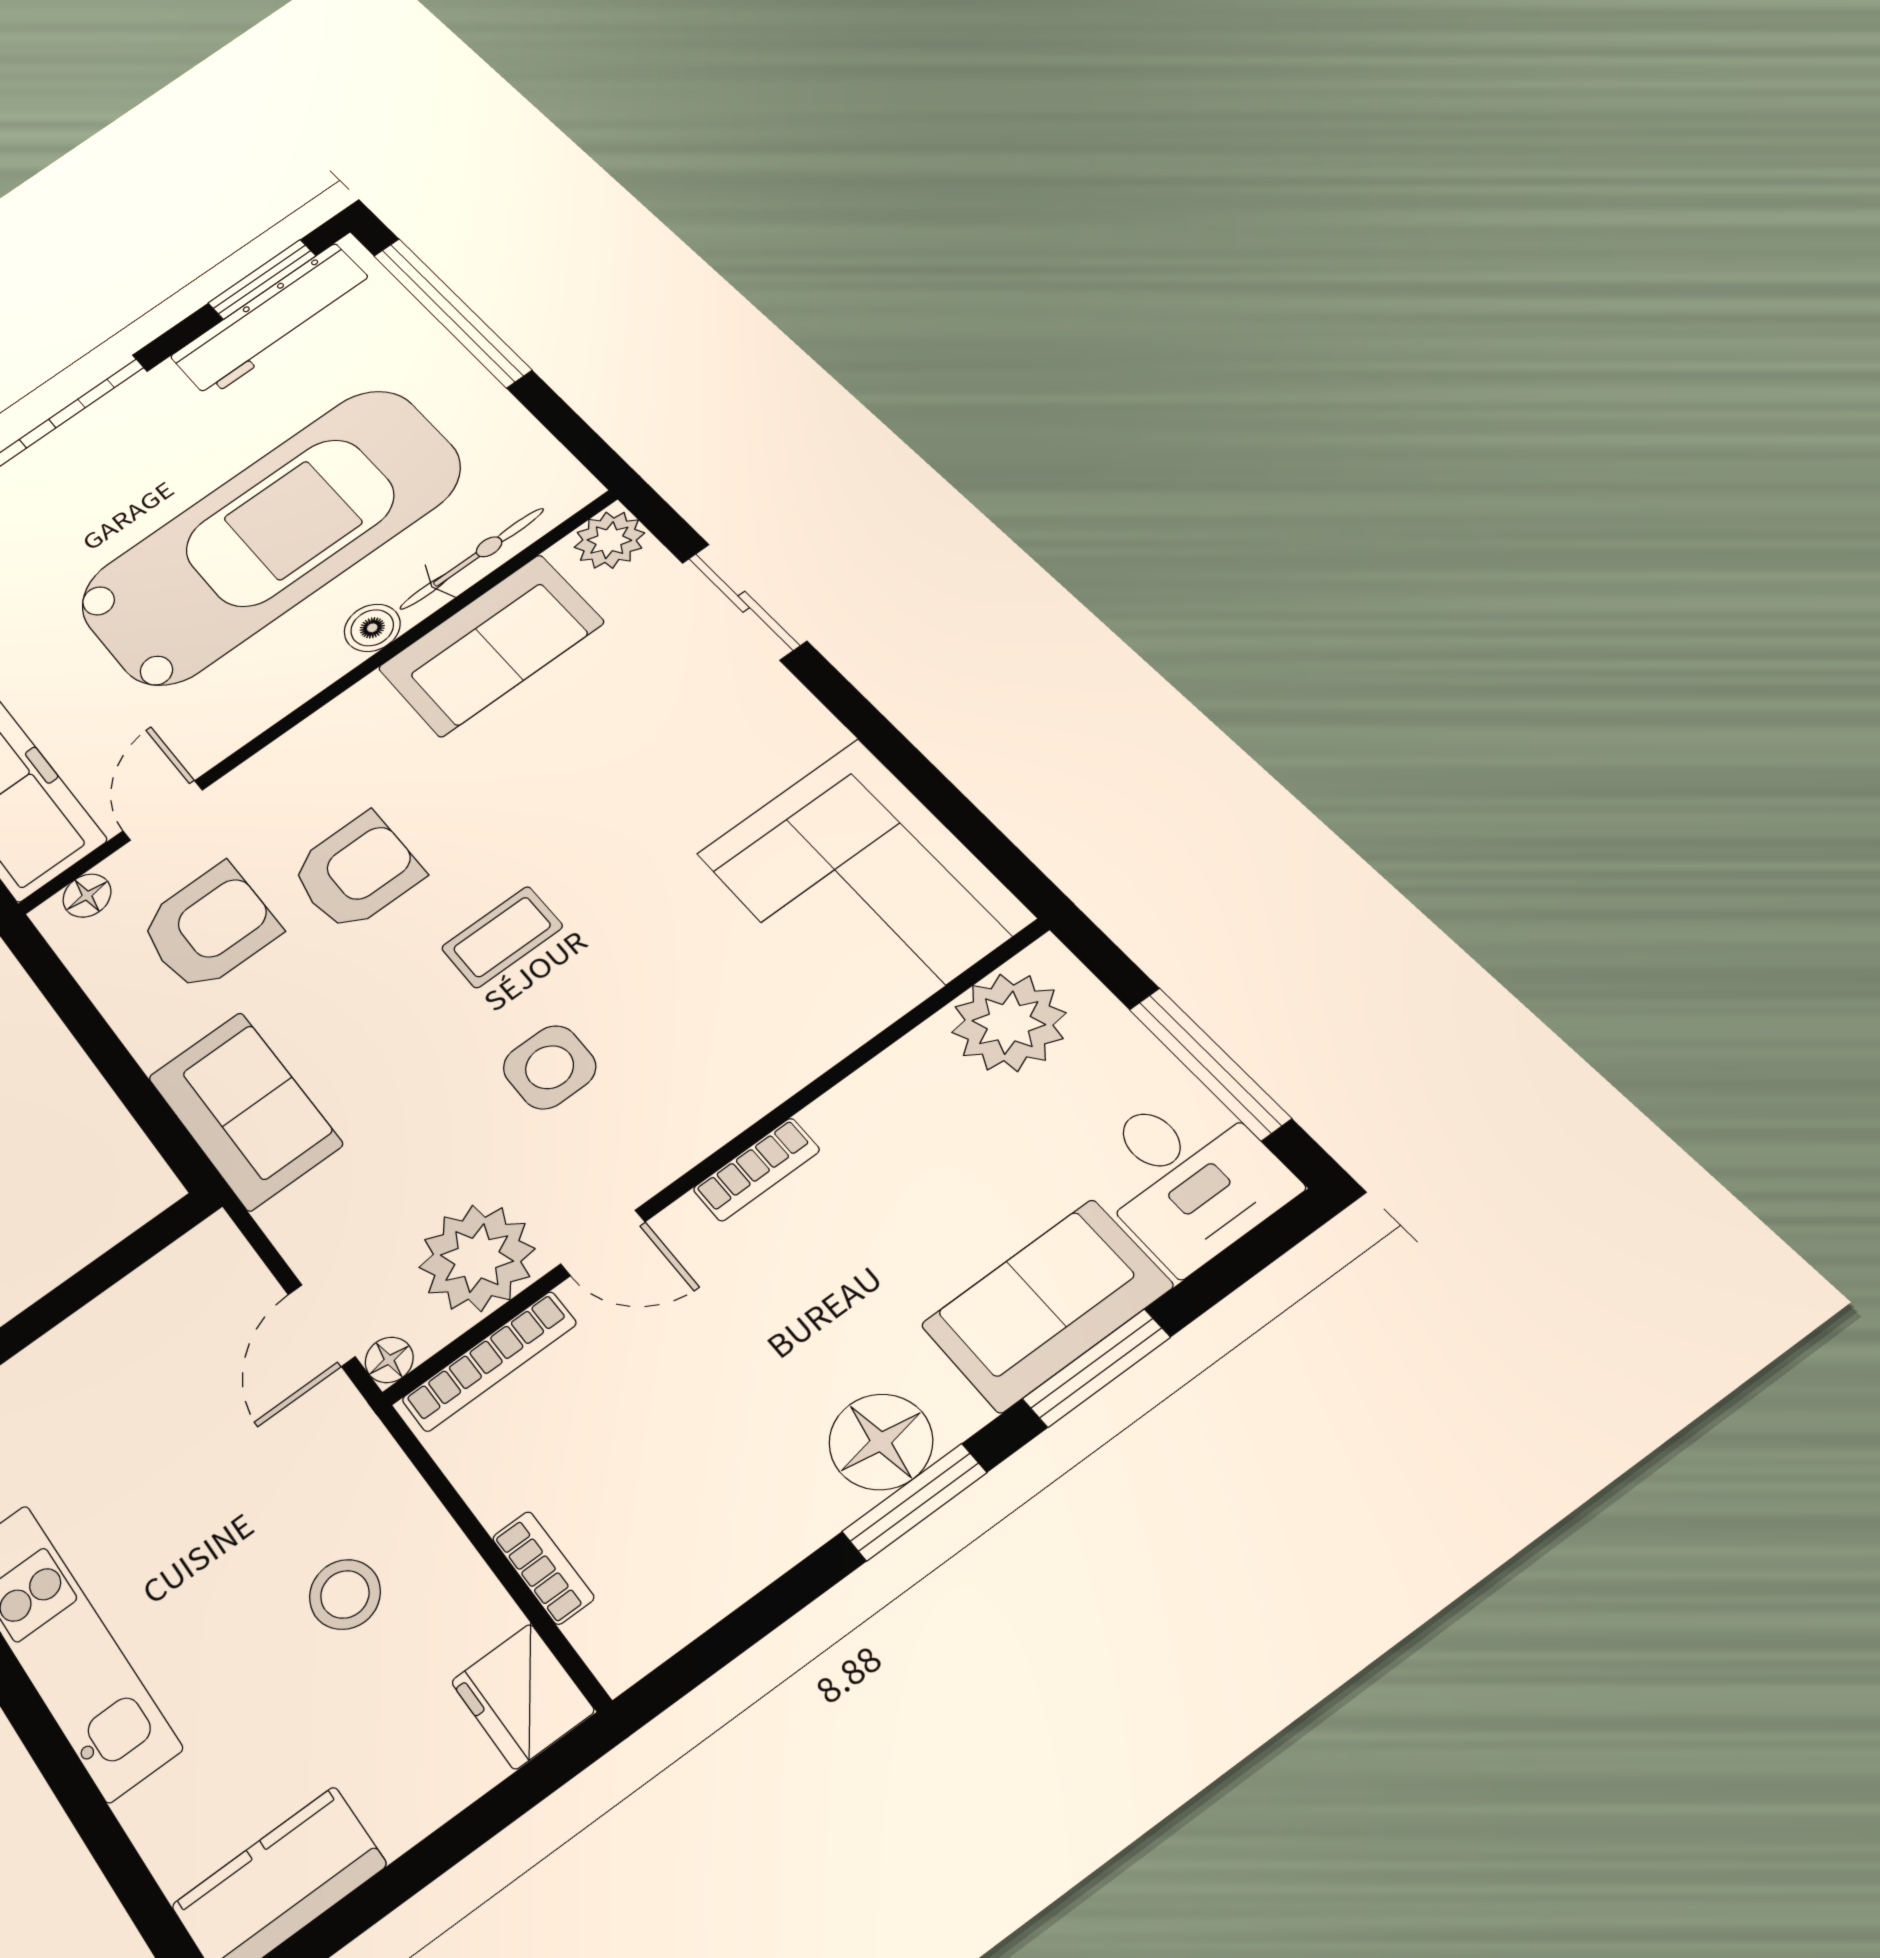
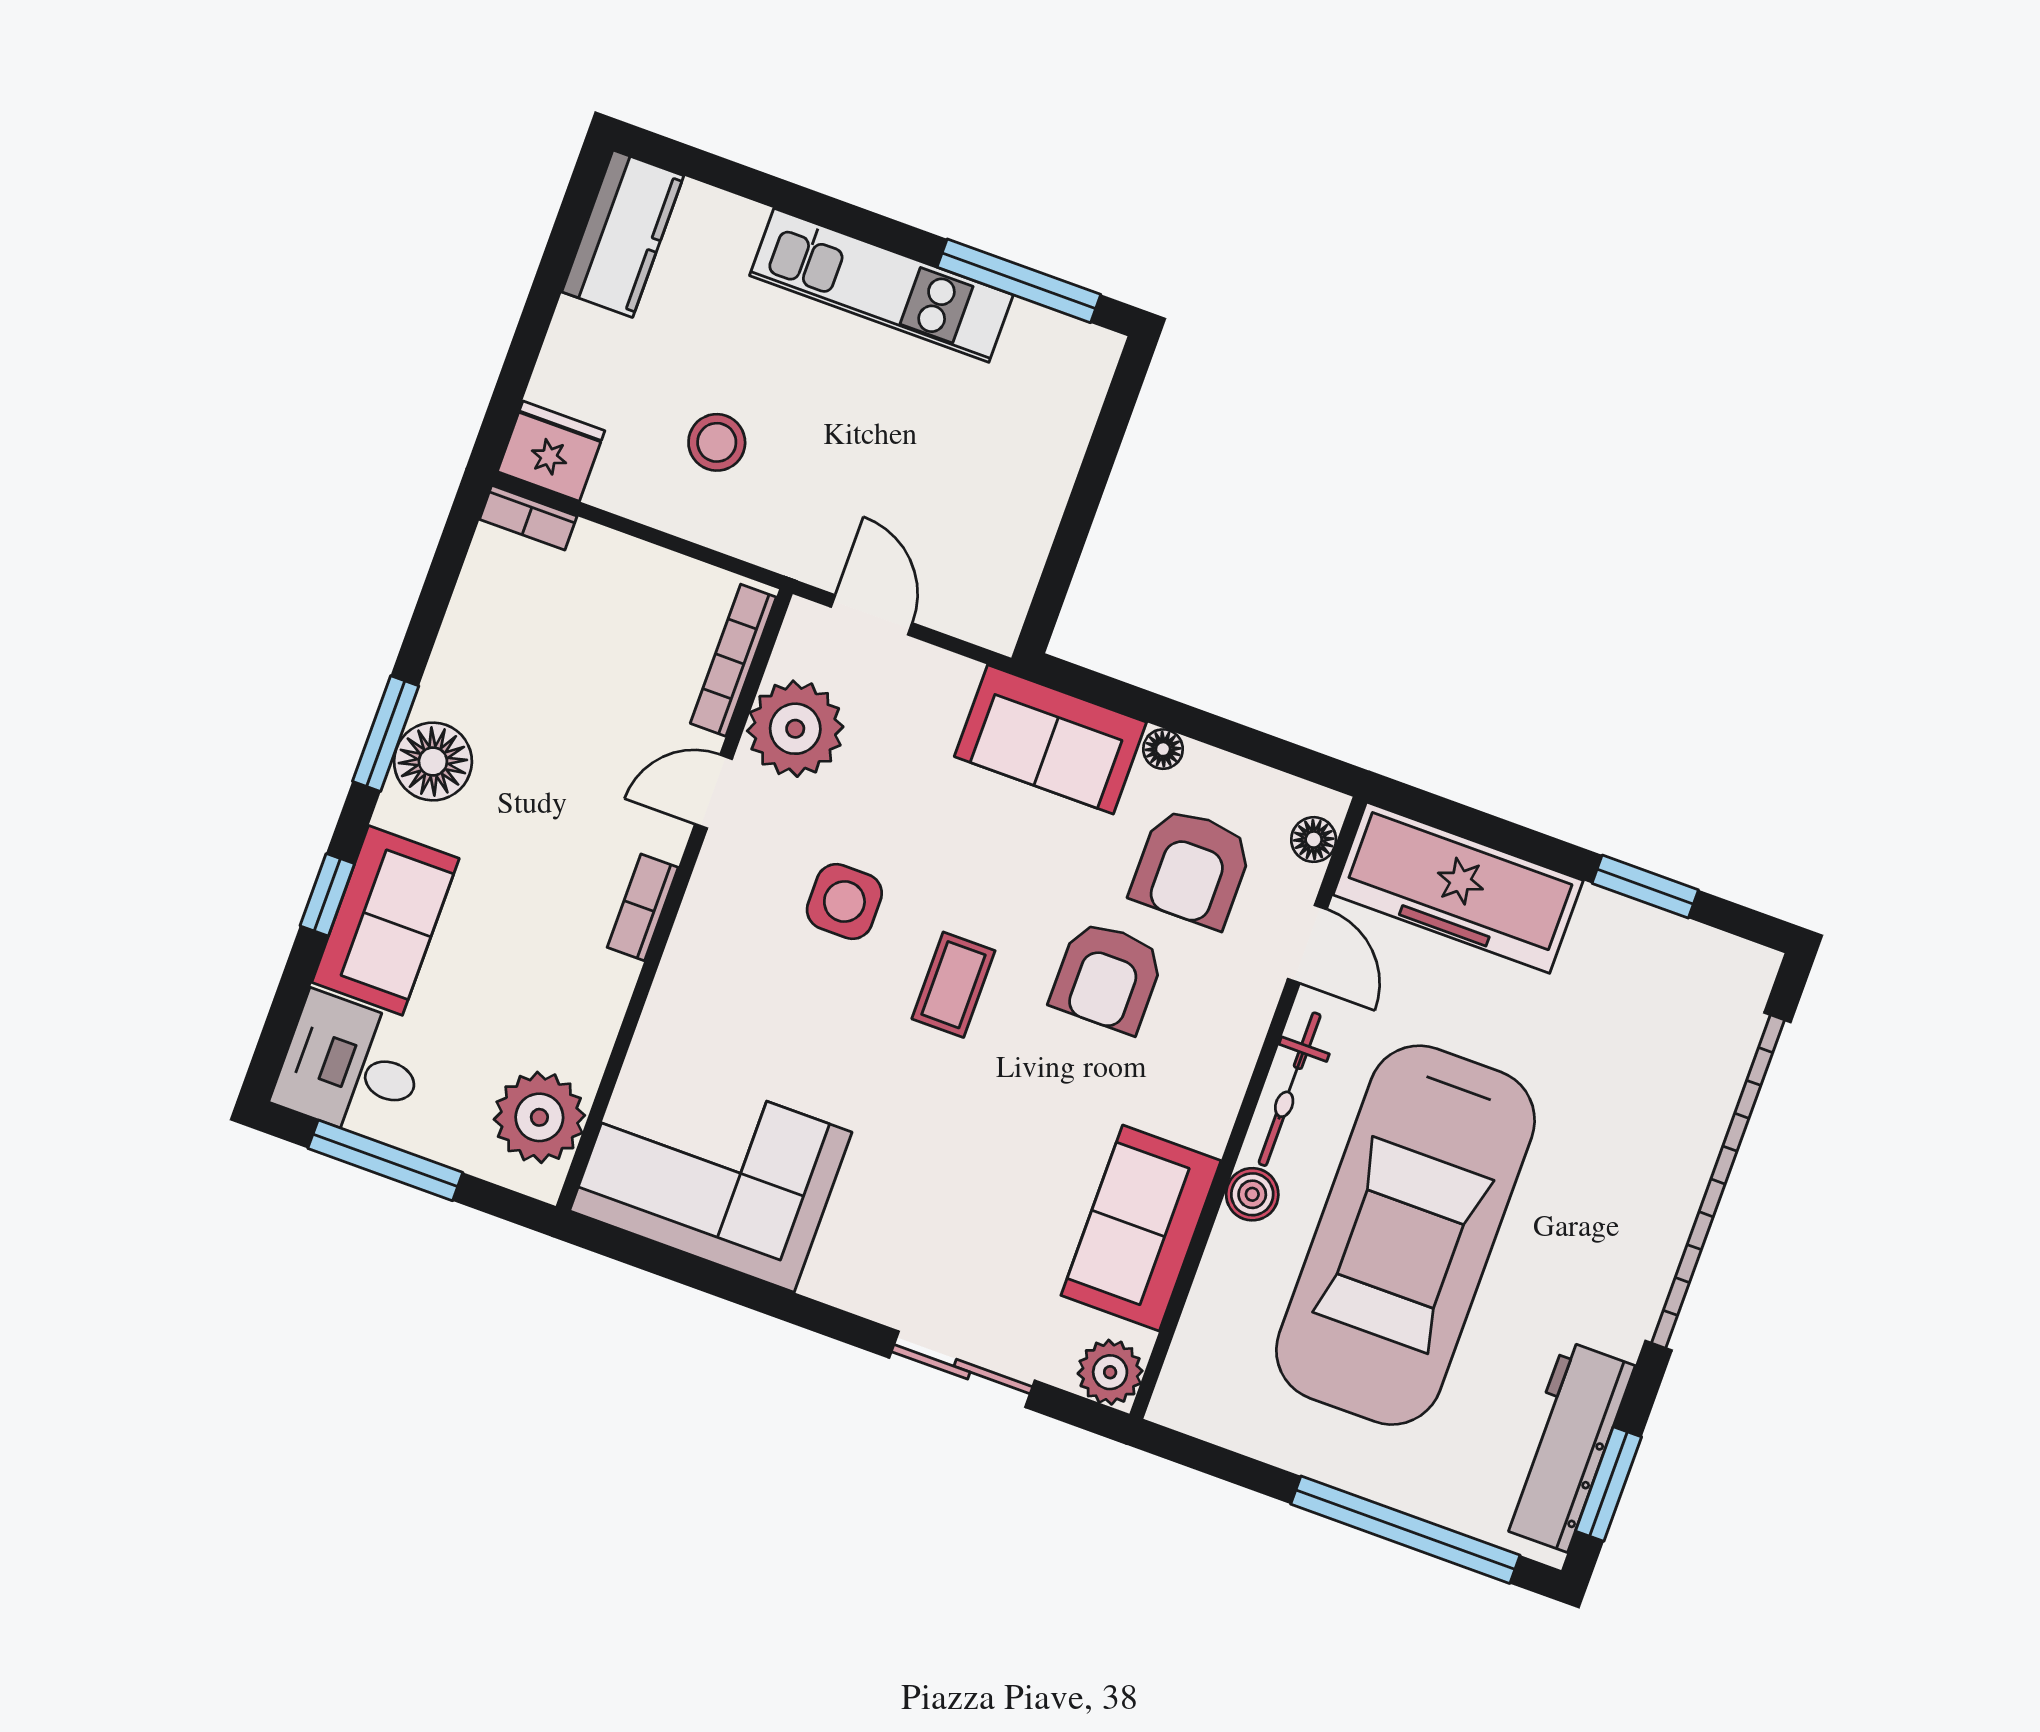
bicycle: (472, 559) -> (1290, 1089), moved
floor lamp: (389, 1360) -> (1163, 749), moved
window: (1096, 1368) -> (327, 895), width x0.67
bookcase: (543, 1568) -> (528, 518), moved

